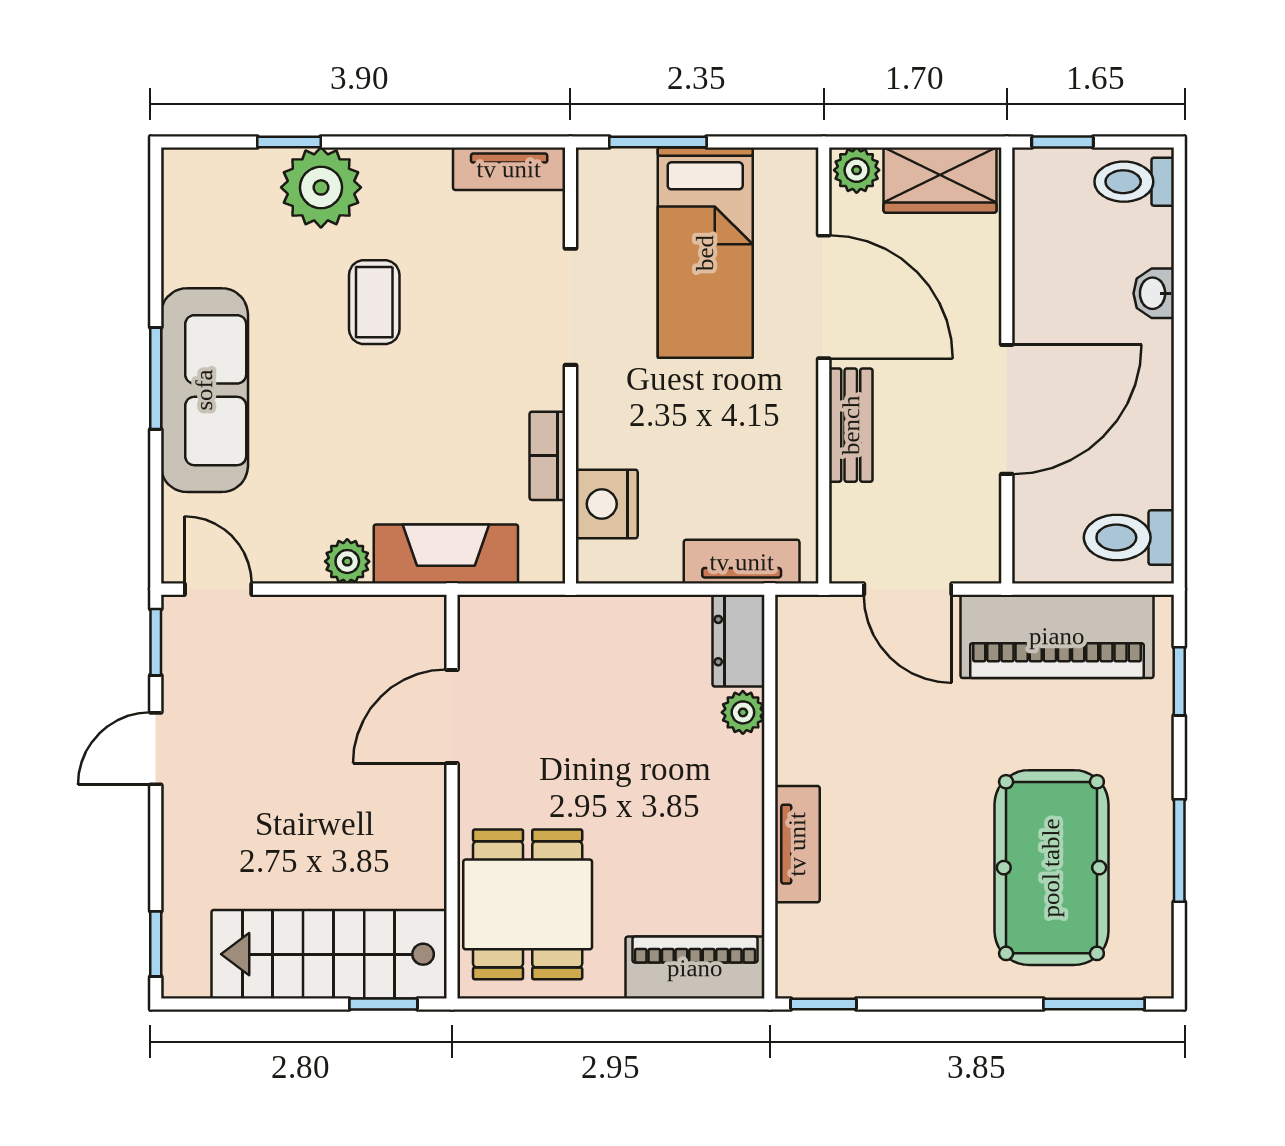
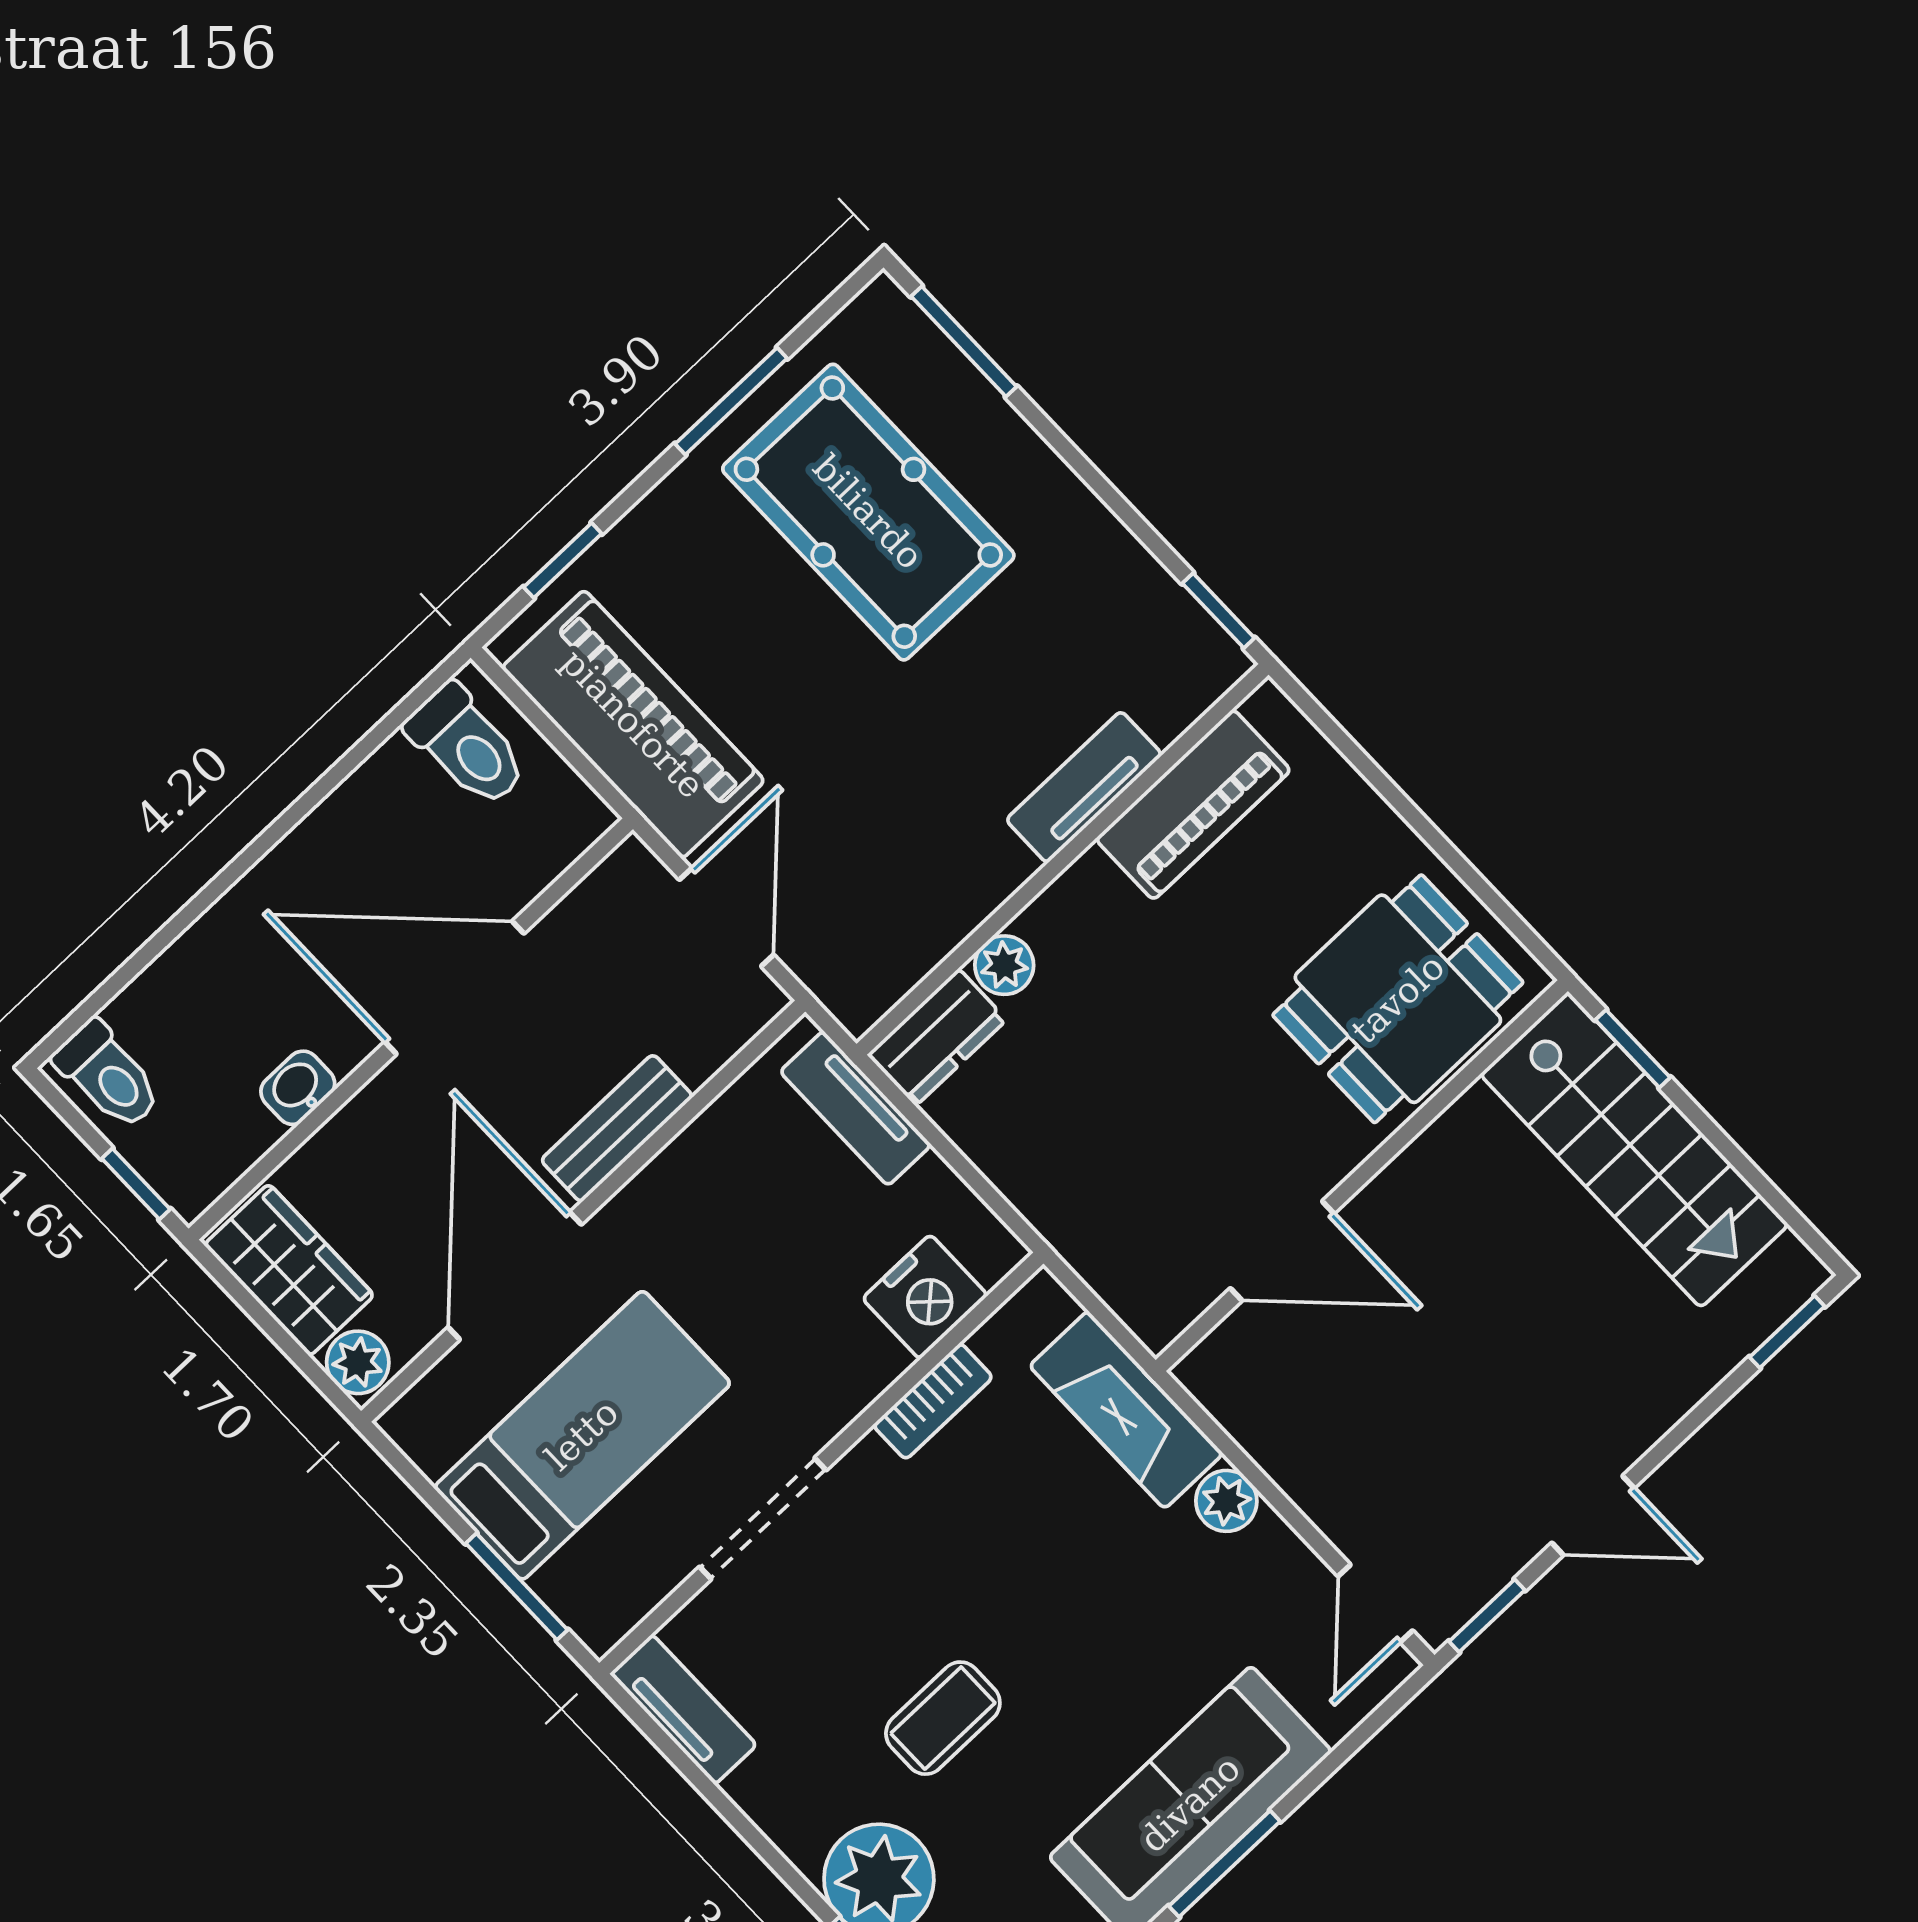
washbasin: (1154, 293) -> (298, 1088), moved, turned 180
pool table: (1051, 868) -> (868, 512), turned 90
piano: (695, 968) -> (1193, 805), moved, turned -90

